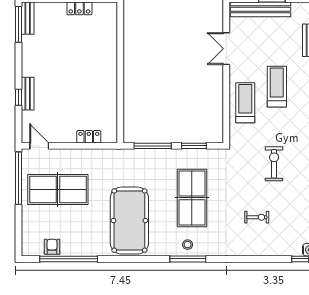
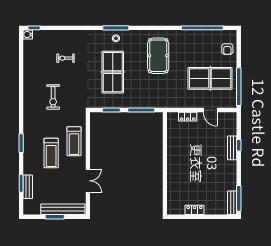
door: (39, 146) -> (210, 110), moved
pool table: (129, 221) -> (158, 56), width x0.73, depth x0.76
armchair: (52, 247) -> (227, 49), moved

